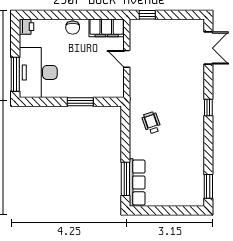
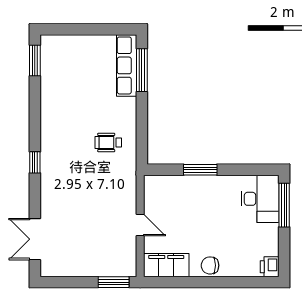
window: (147, 15) -> (114, 282), width x1.50
chair: (73, 28) -> (210, 265), turned -90
desk: (38, 72) -> (260, 199), width x0.73, depth x0.77
wheelchair: (151, 123) -> (108, 143), turned 109

